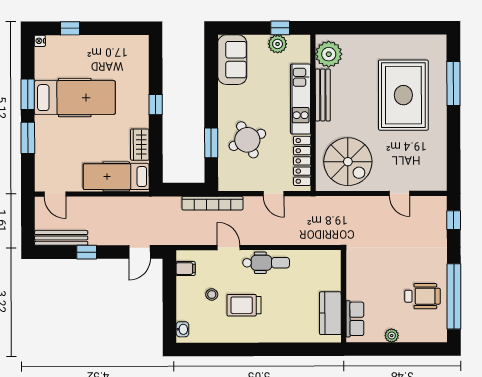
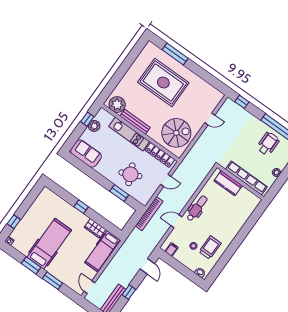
door: (55, 194) -> (89, 287), swing flipped
trolley: (244, 305) -> (210, 247), moved, turned 180
kitchen counter: (330, 313) -> (228, 183), moved
row of seats: (355, 319) -> (246, 178), width x2.02

